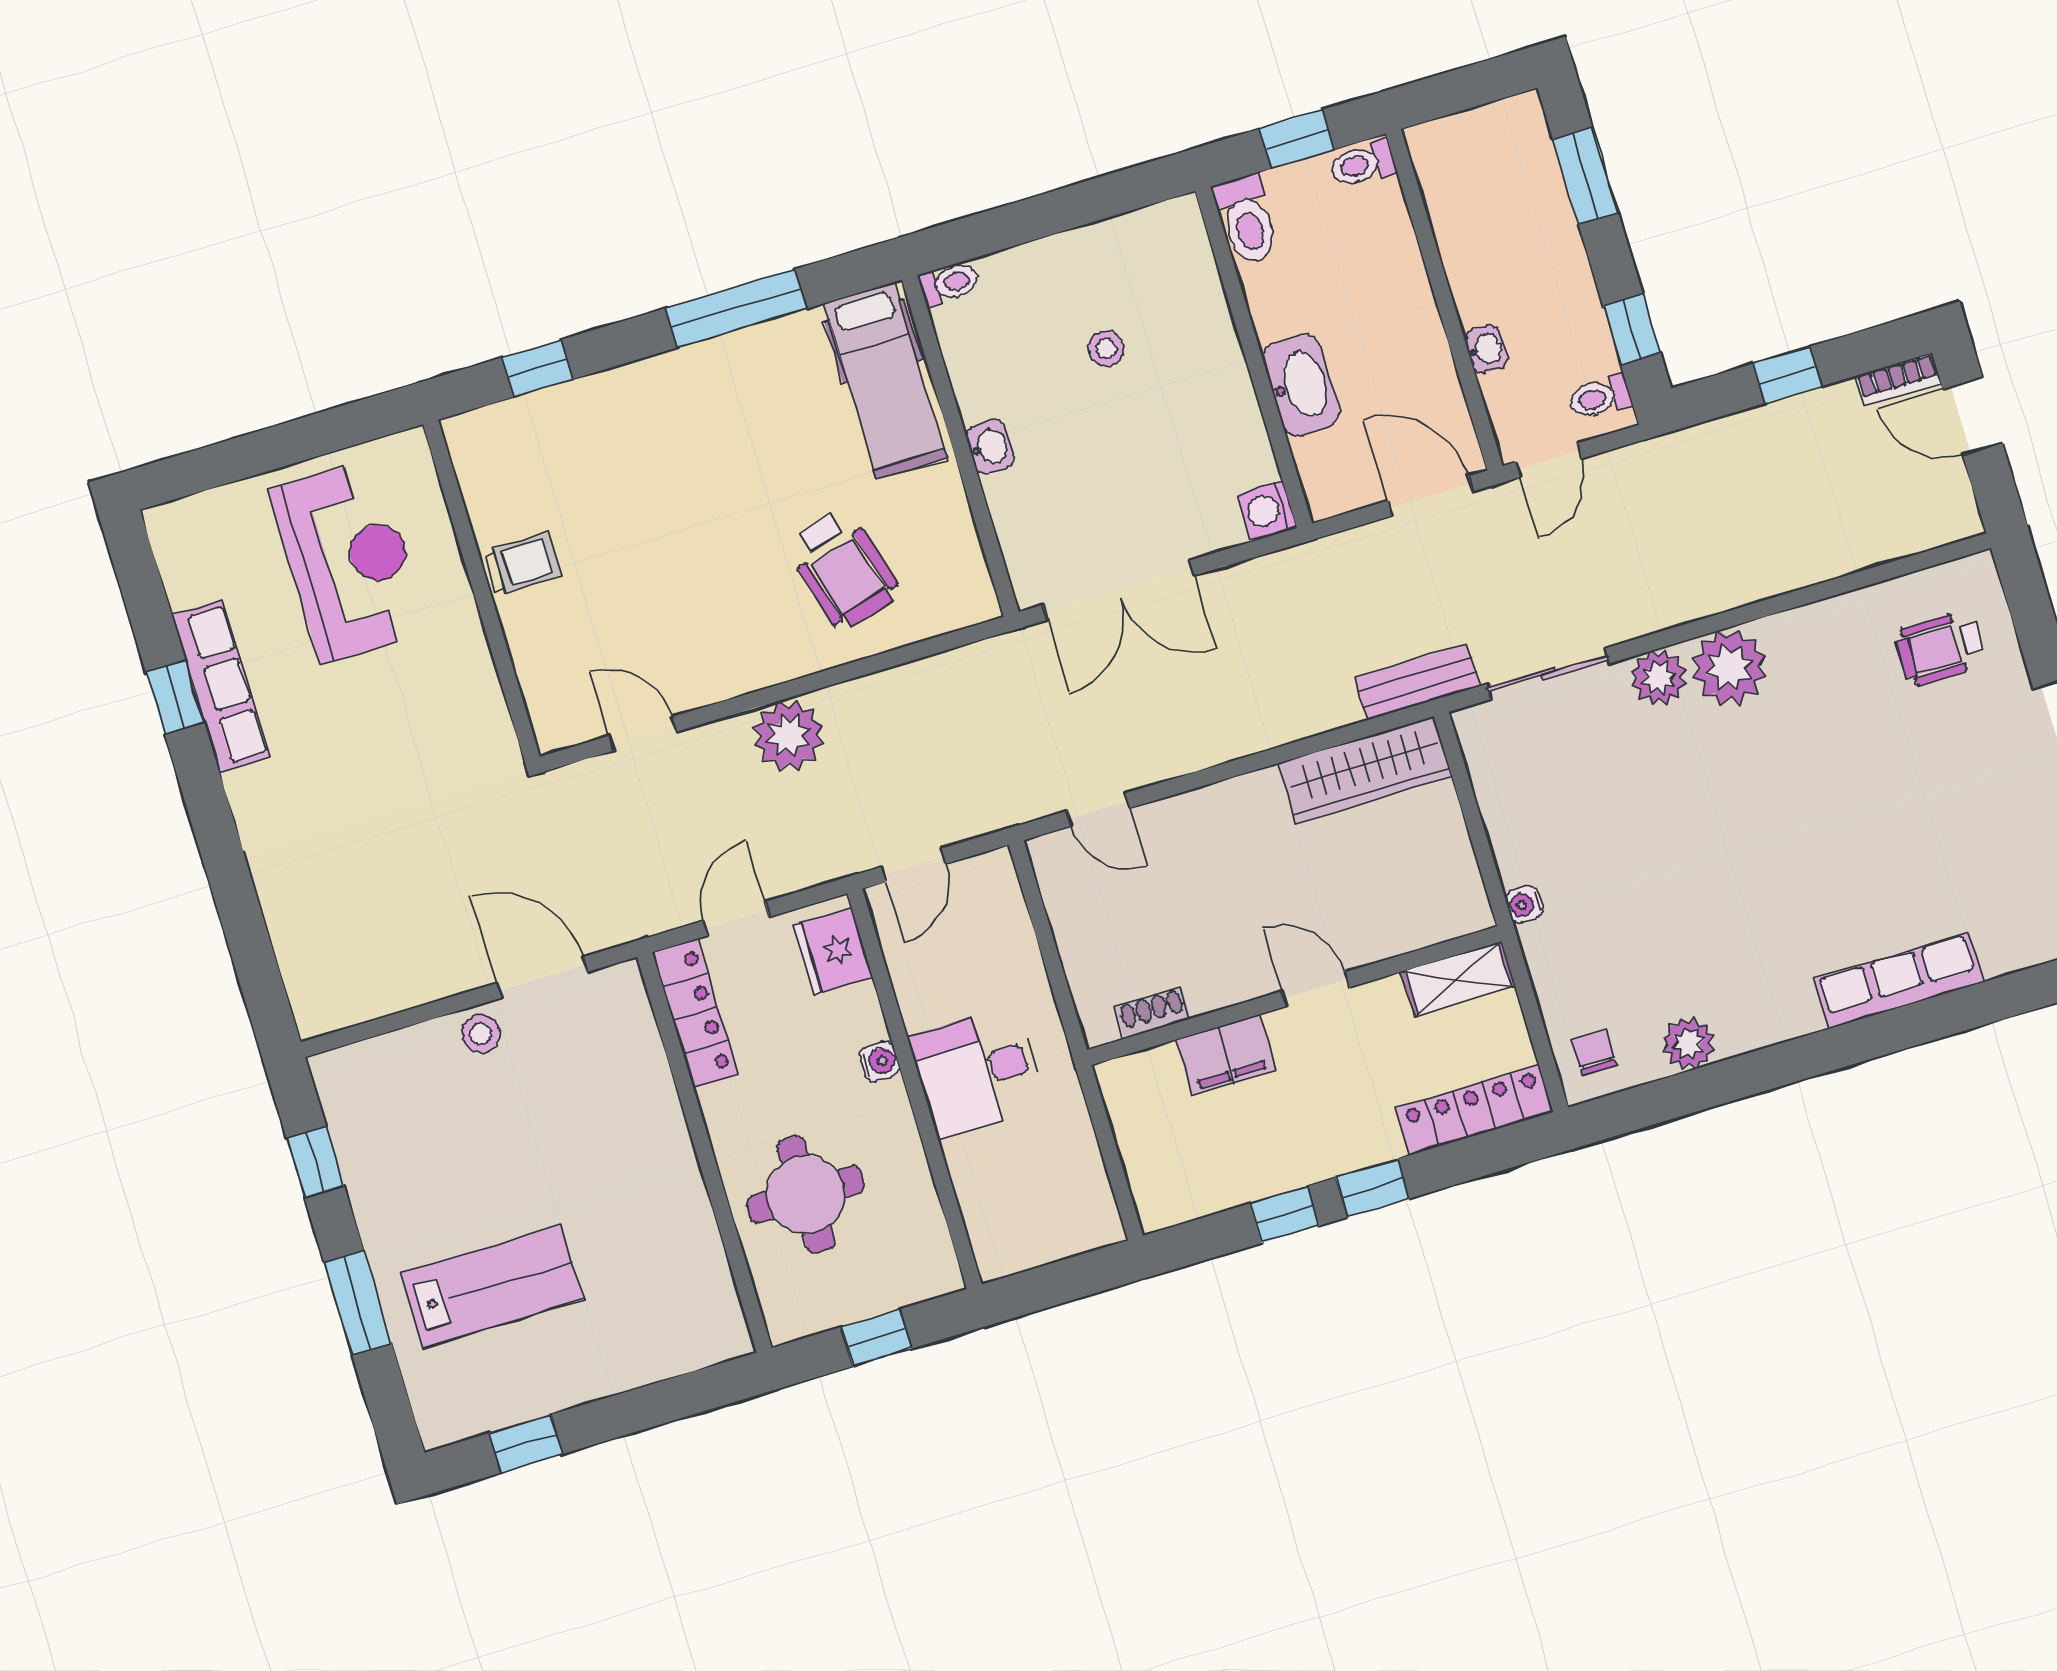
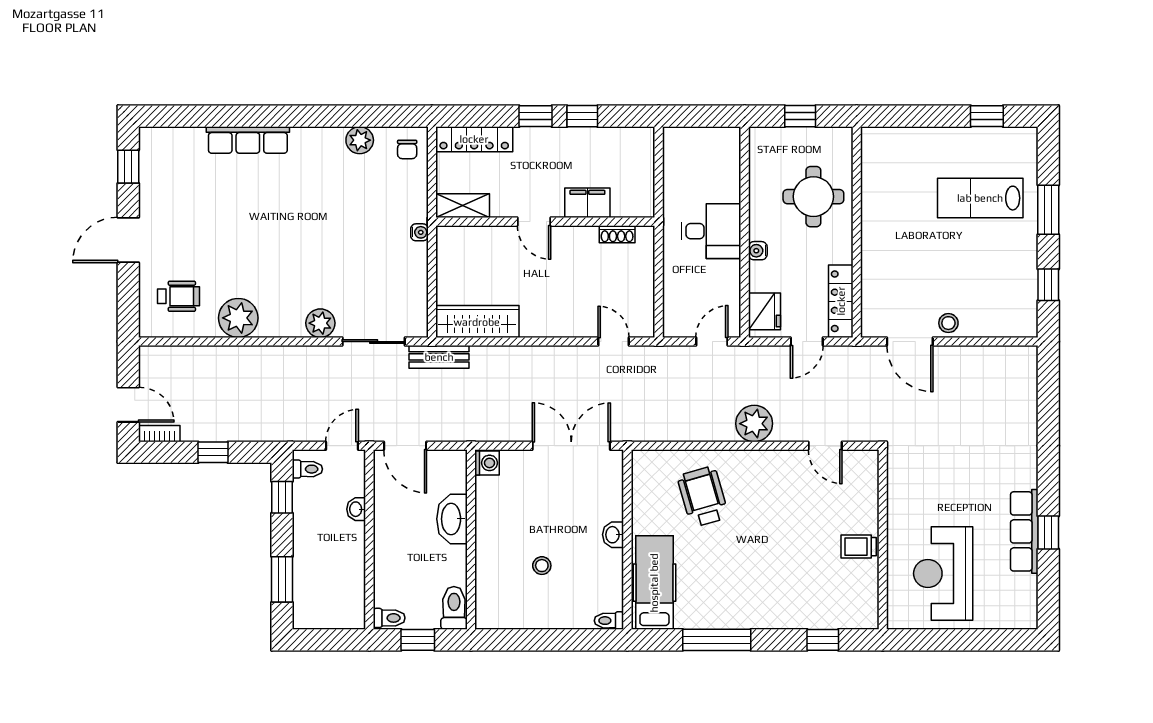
plant: (1729, 667) -> (238, 318), moved

